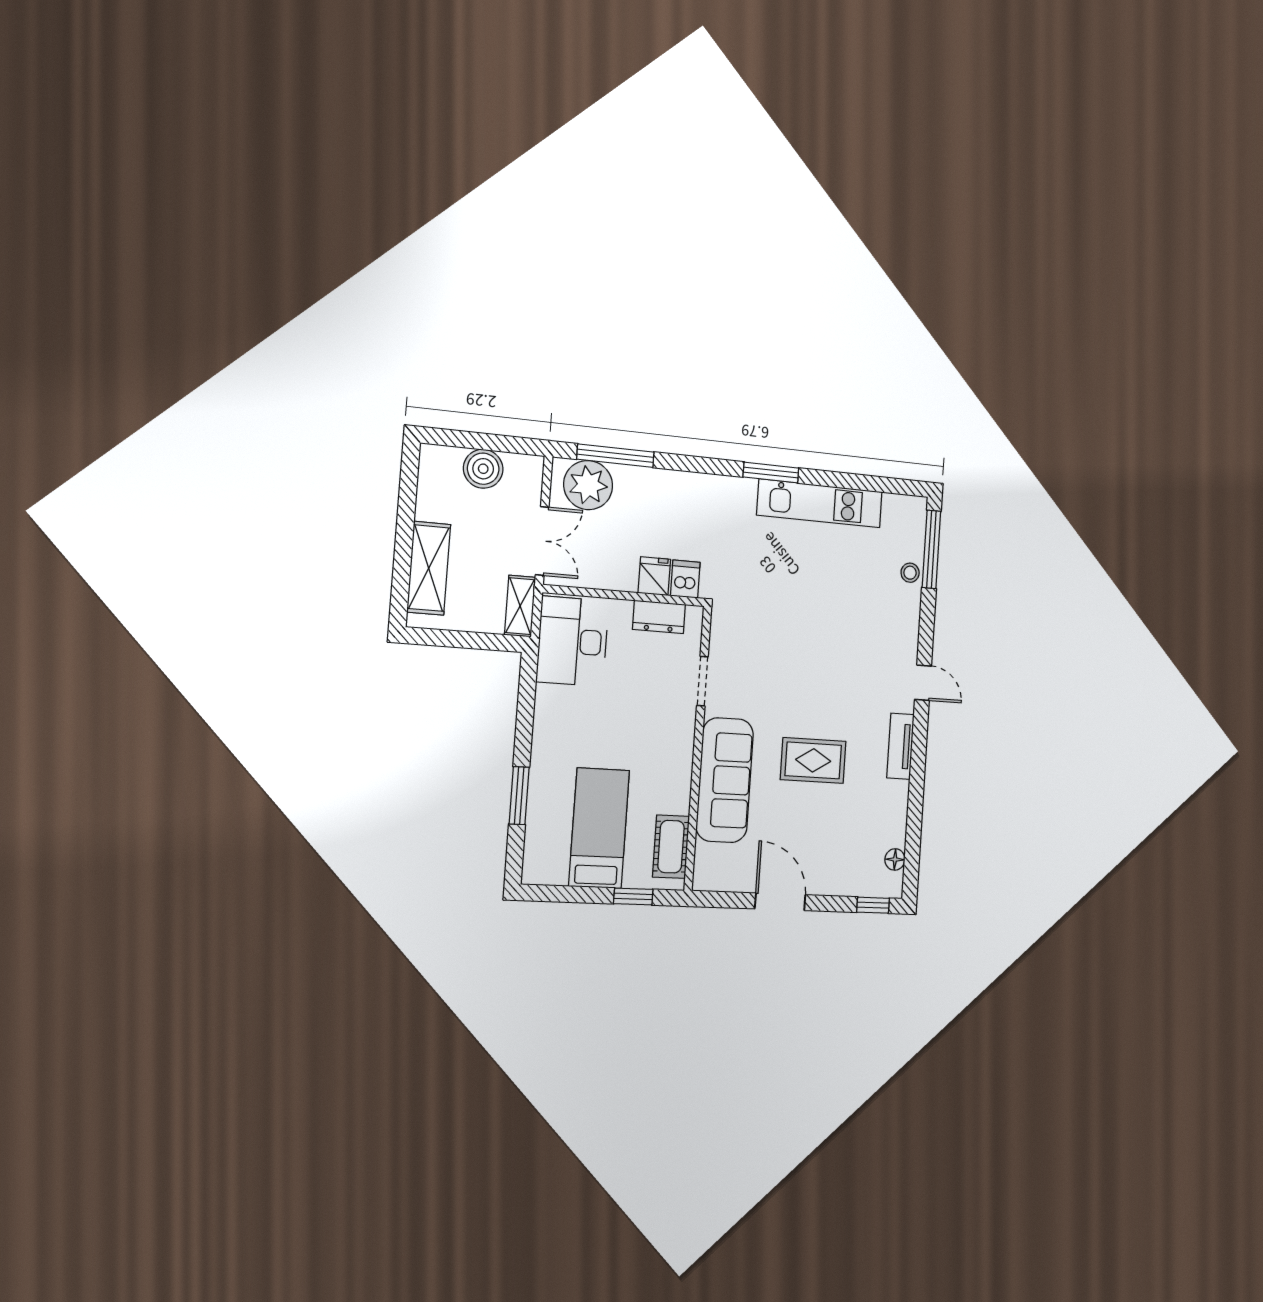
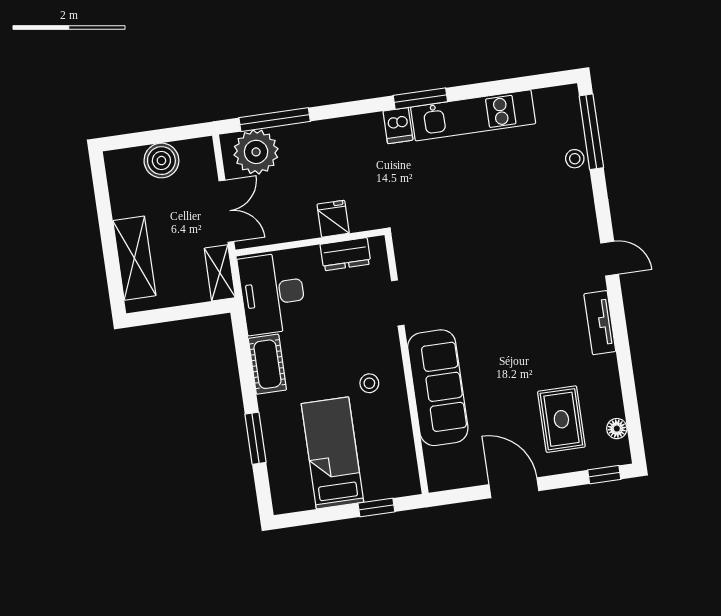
dishwasher: (685, 579) -> (398, 126), moved, turned 180
stool: (655, 760) -> (369, 383), added
rug: (813, 760) -> (561, 419), moved, turned 90
cot: (671, 847) -> (267, 364), moved

